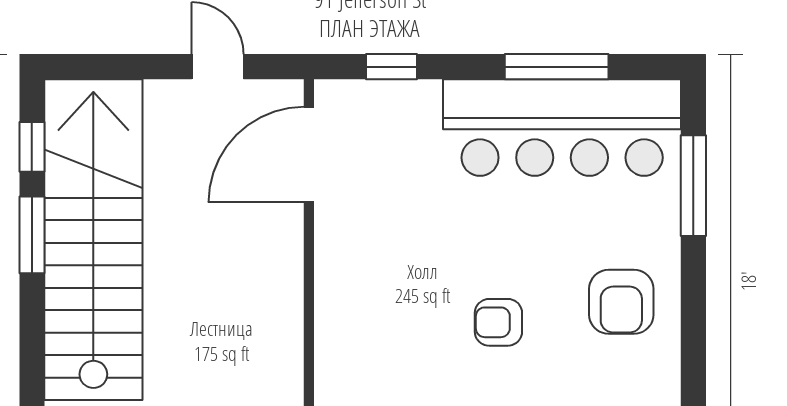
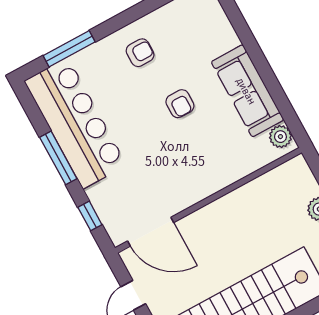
window: (557, 67) -> (58, 158), moved
armchair: (621, 302) -> (140, 53), width x0.72, depth x0.72

